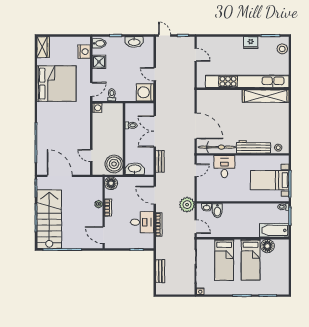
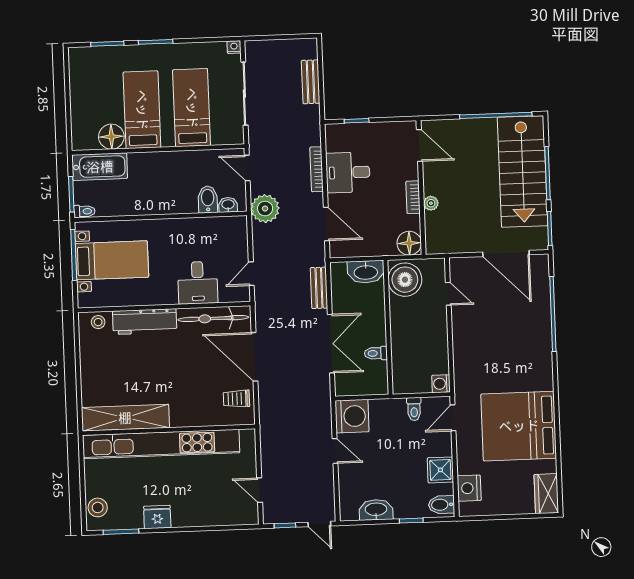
trolley: (206, 104) -> (236, 399), added

